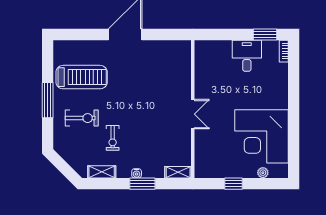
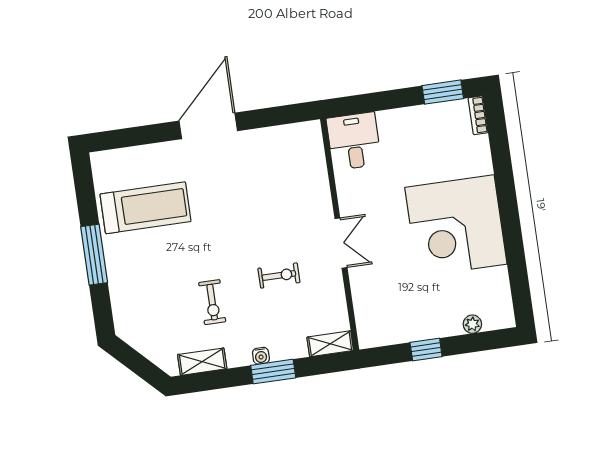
desk: (247, 56) -> (354, 141), moved
exercise bike: (82, 118) -> (279, 275), moved, width x0.73, depth x0.72
corner desk: (261, 136) -> (456, 226), moved

